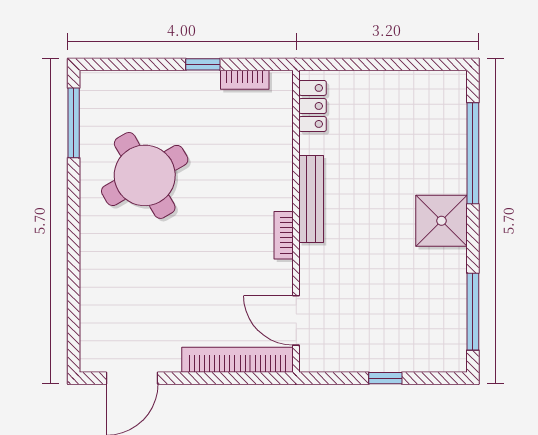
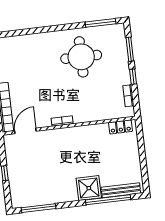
window: (141, 64) -> (130, 49), added
round table: (145, 175) -> (81, 57), turned 30
bench: (311, 199) -> (121, 190), moved
shower: (441, 221) -> (89, 188), moved

